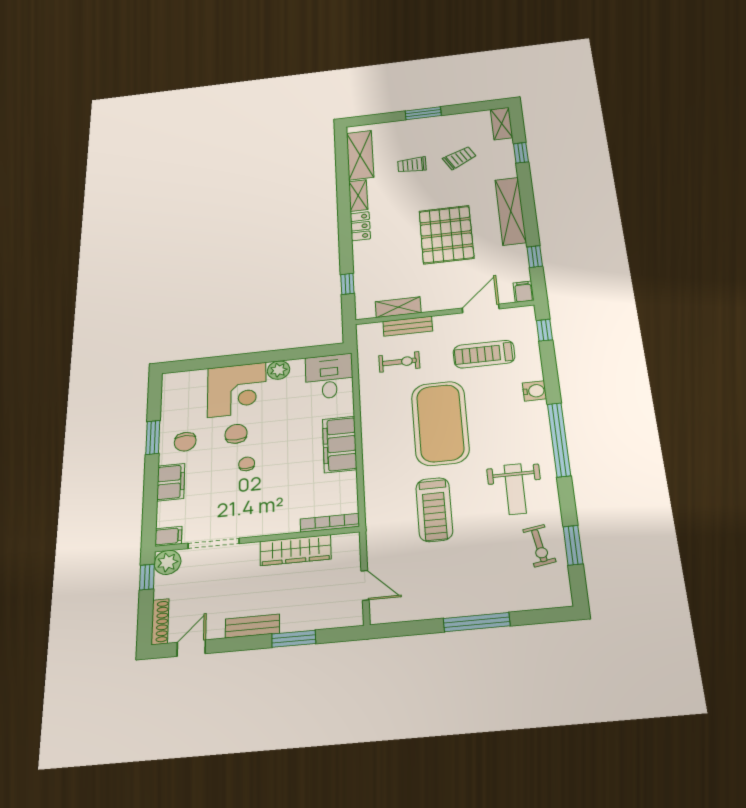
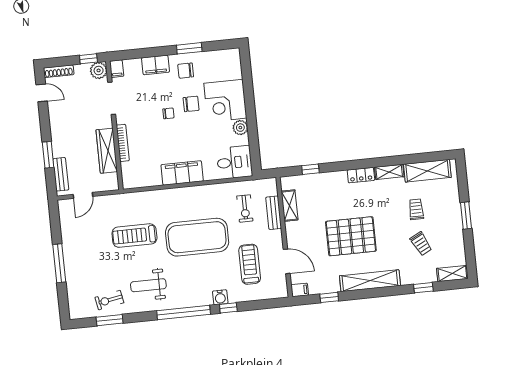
window: (544, 330) -> (228, 308), moved
bookcase: (330, 523) -> (123, 143), moved
bench: (252, 626) -> (61, 174), moved

